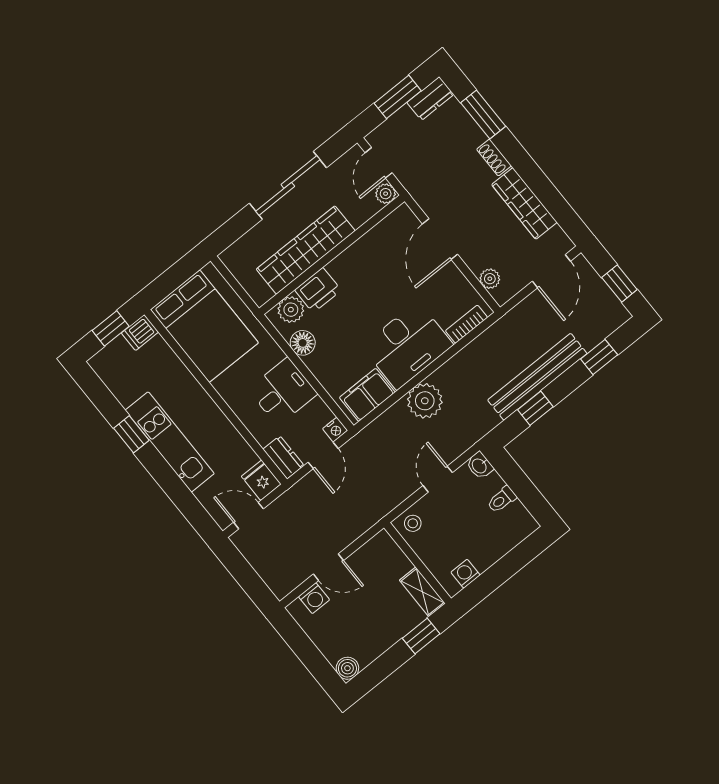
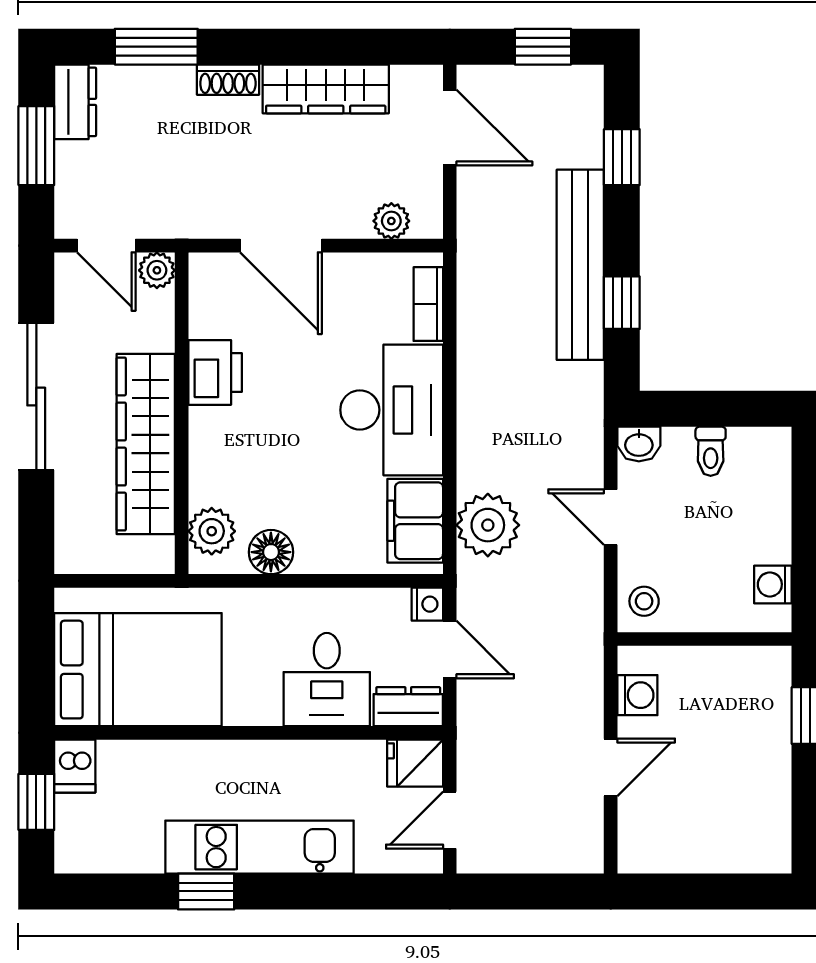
printer: (318, 290) -> (215, 372), moved
desk: (283, 392) -> (327, 680), moved, turned 180
plant: (425, 401) -> (488, 525), moved
shelving: (422, 592) -> (750, 665), removed
washing machine: (314, 598) -> (637, 695), moved
boiler: (347, 668) -> (772, 854), removed

